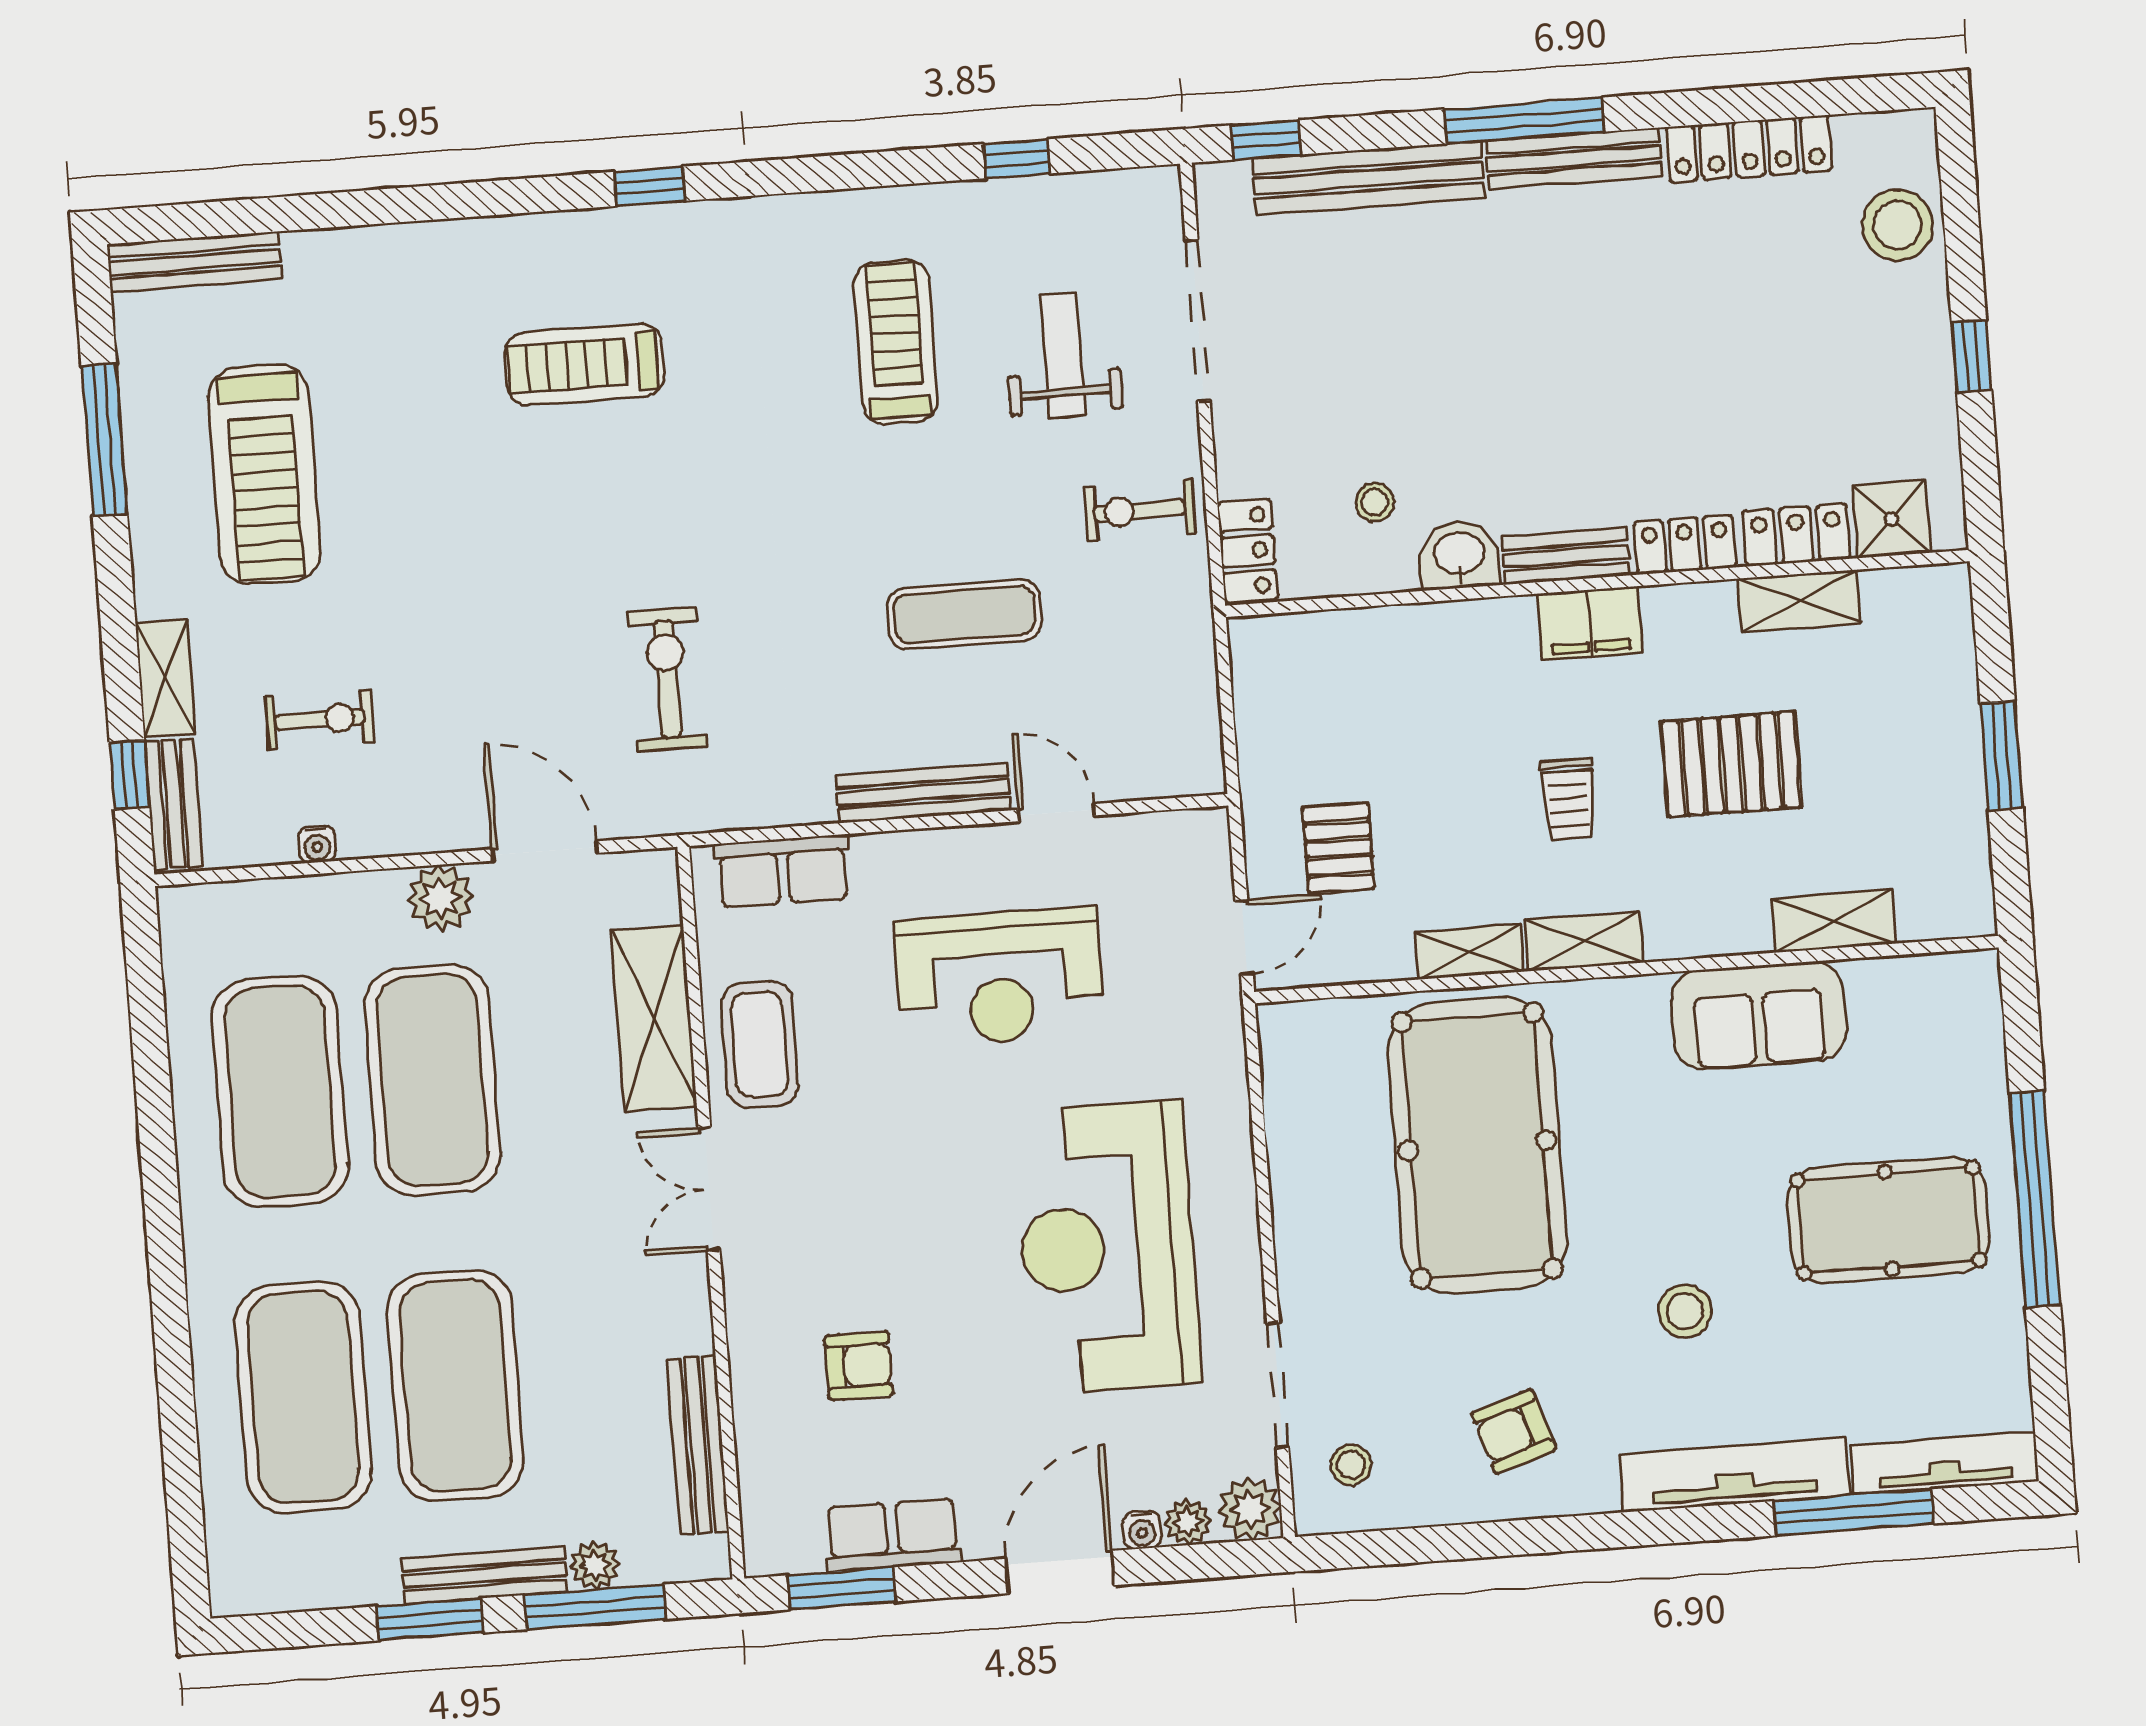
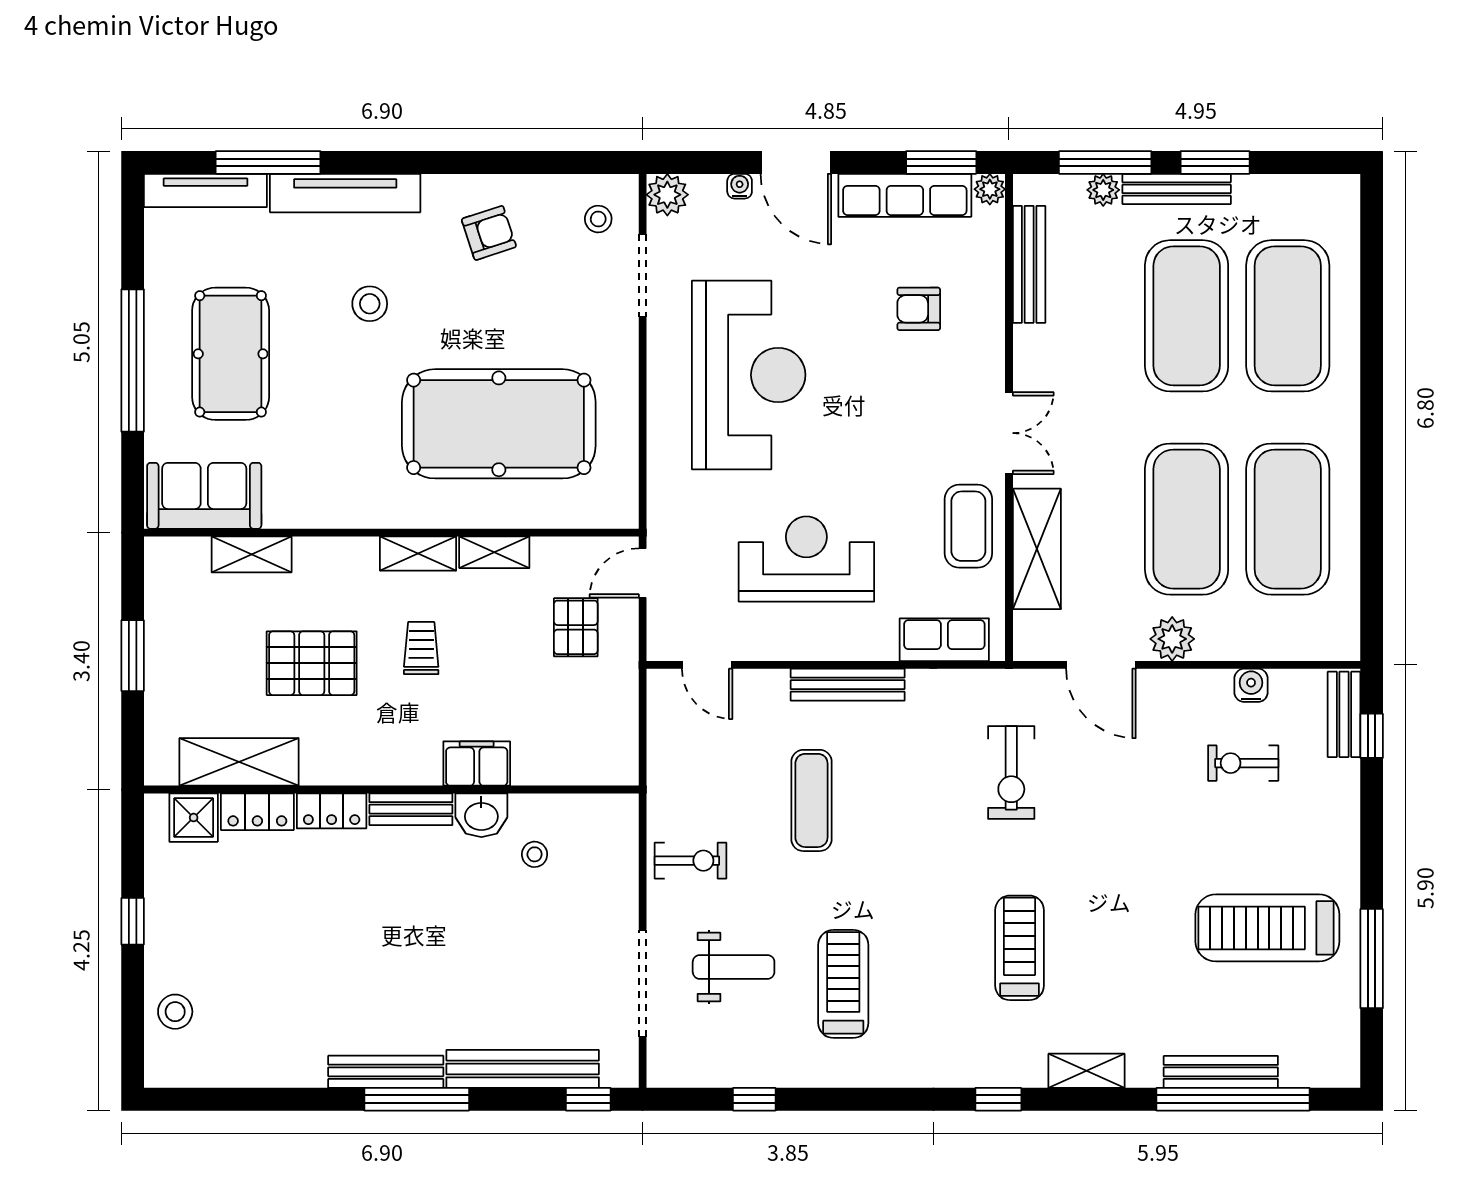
locker: (1749, 149) -> (270, 1069), removed
window: (297, 213) -> (1233, 1099), added
stool: (1897, 225) -> (175, 1012), width x0.73, depth x0.73
bench: (194, 262) -> (1221, 1072), moved
treadmill: (896, 342) -> (843, 984), turned 180
weight bench: (1063, 355) -> (734, 967), turned -90
treadmill: (584, 365) -> (1020, 948), moved, turned -90
treadmill: (264, 474) -> (1267, 928), turned -90
locker: (1248, 551) -> (621, 828), removed
shelving: (1799, 601) -> (239, 762), width x1.50, depth x1.33
exercise mat: (964, 614) -> (811, 800), turned 90
filing cabinet: (1590, 623) -> (477, 763), moved
shelving: (165, 678) -> (1087, 1071), moved, turned 90
door: (1056, 813) -> (707, 665), moved
water cooler: (317, 844) -> (1251, 685), width x1.38, depth x1.38
sofa: (1759, 1015) -> (204, 496), moved
pool table: (1477, 1145) -> (499, 424), turned 90
pool table: (1888, 1220) -> (231, 354), turned 90
plant: (1188, 1522) -> (990, 189), moved
row of seats: (893, 1535) -> (905, 195), width x1.48
door: (1060, 1572) -> (796, 162), hinge flipped

